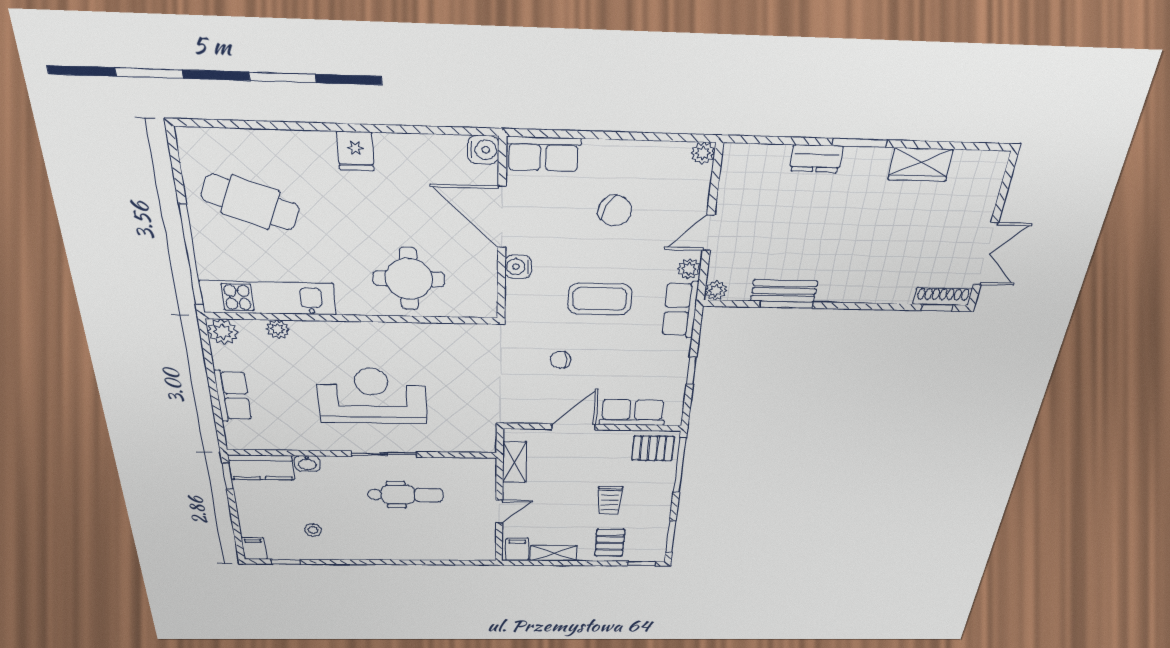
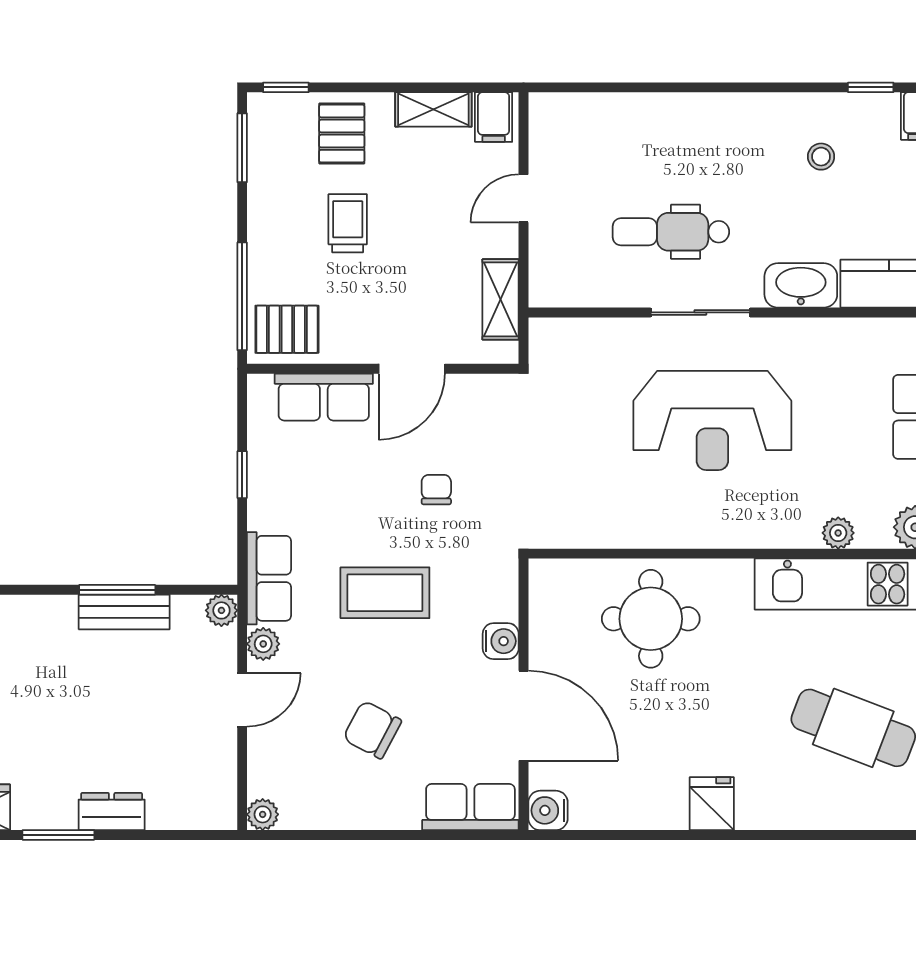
chair: (560, 360) -> (436, 490), turned -90
washbasin: (307, 464) -> (801, 285), width x1.91, depth x1.45

